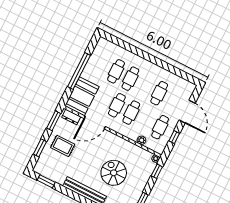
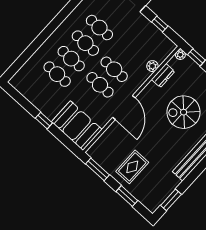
window: (79, 71) -> (44, 121), width x0.32
dresser: (71, 117) -> (163, 76), moved
door: (95, 122) -> (124, 107), moved
cafe table: (160, 127) -> (85, 43), moved

